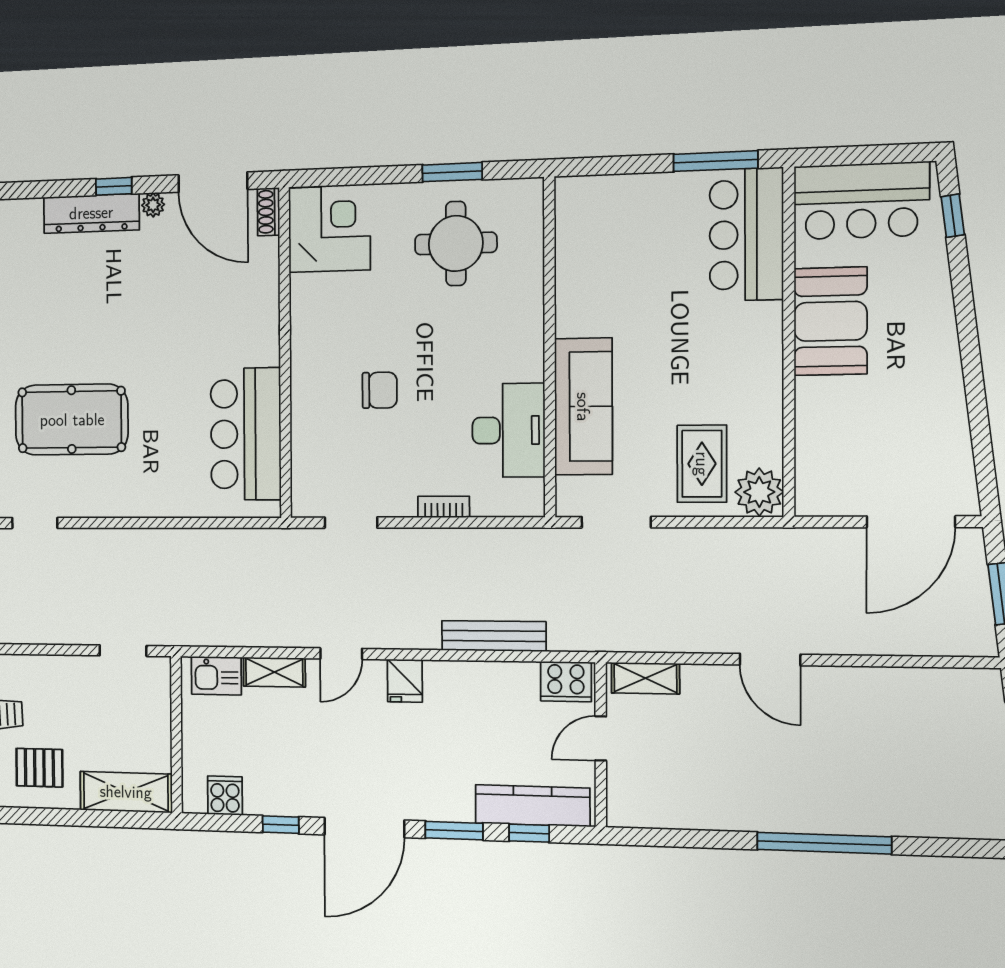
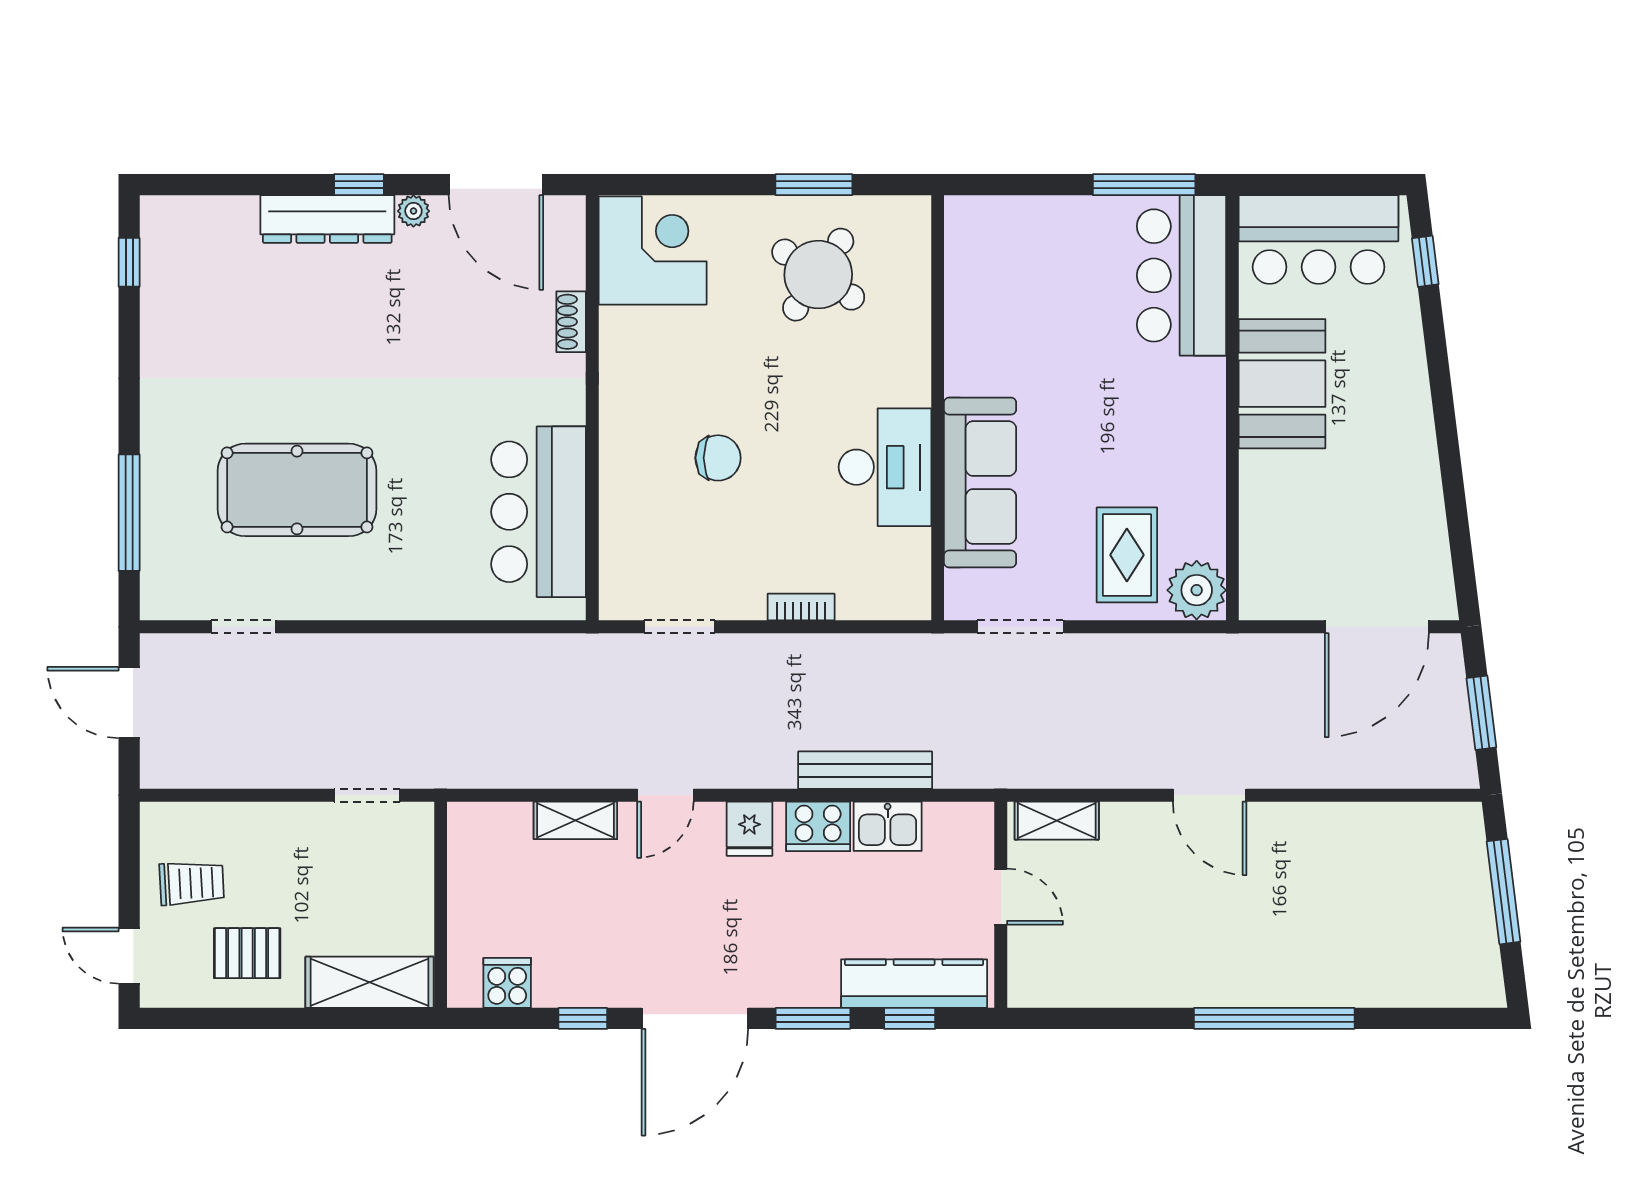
shoe rack: (268, 212) -> (571, 322), moved
round table: (456, 243) -> (818, 275), turned 34
desk: (508, 430) -> (885, 467), moved
kitchen sink: (216, 676) -> (888, 826), moved
cooker: (566, 682) -> (818, 826), moved
door: (601, 738) -> (1001, 897), swing flipped

